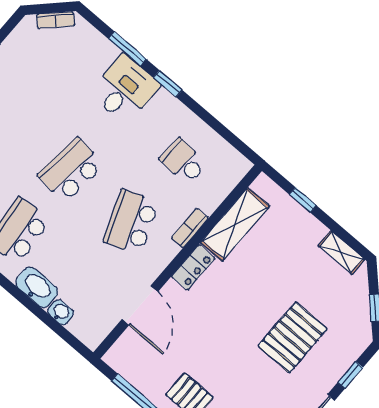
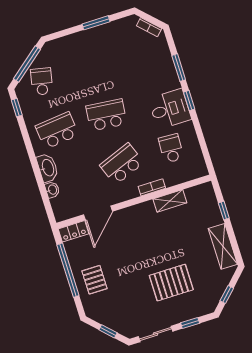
desk: (125, 89) -> (170, 109), moved
shelving: (235, 224) -> (170, 201), width x0.67, depth x0.75
shelving: (341, 252) -> (223, 246), width x1.50, depth x1.33
locker: (193, 267) -> (73, 231), moved

